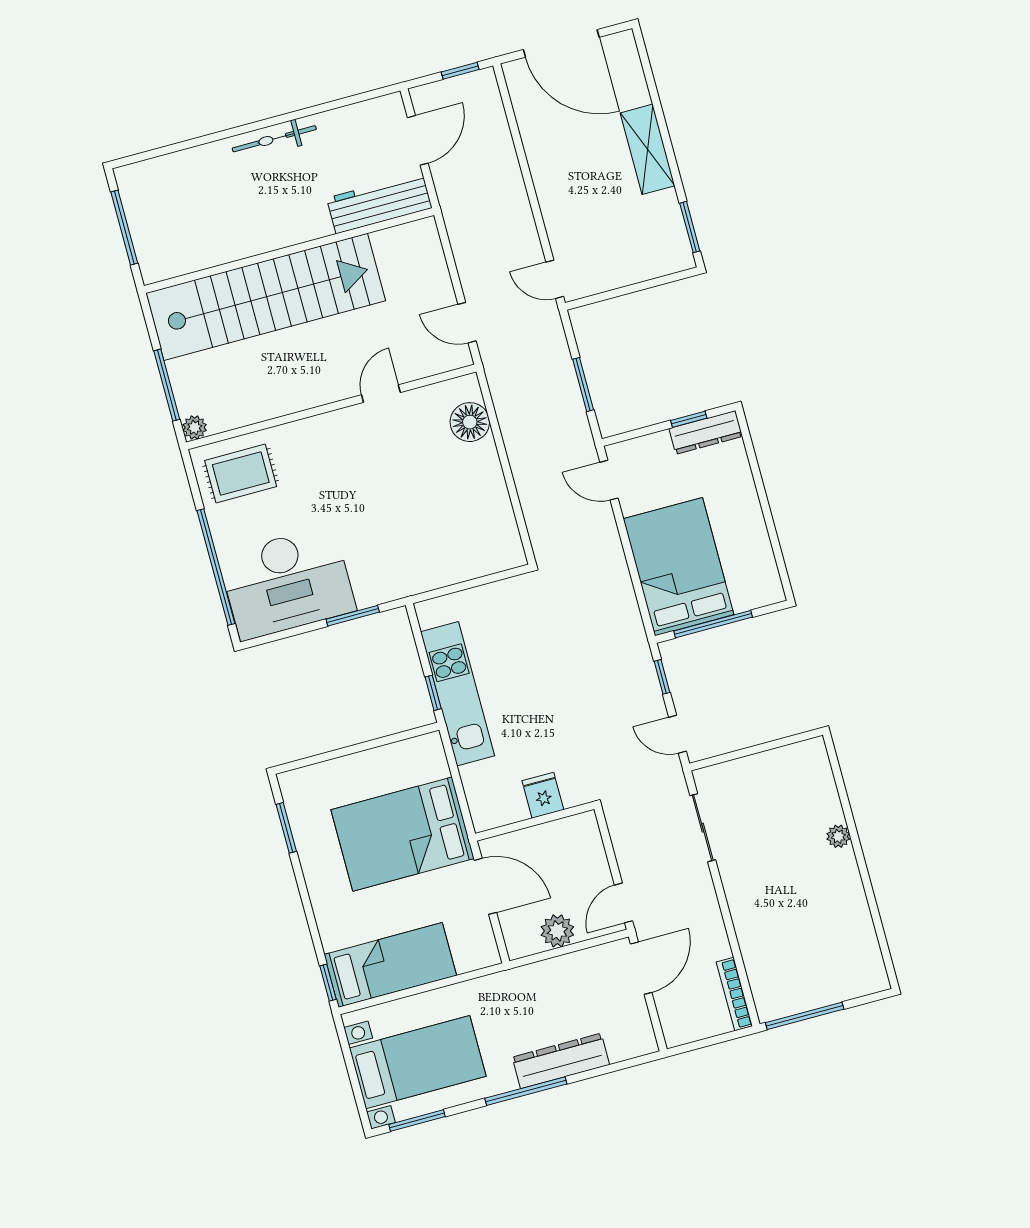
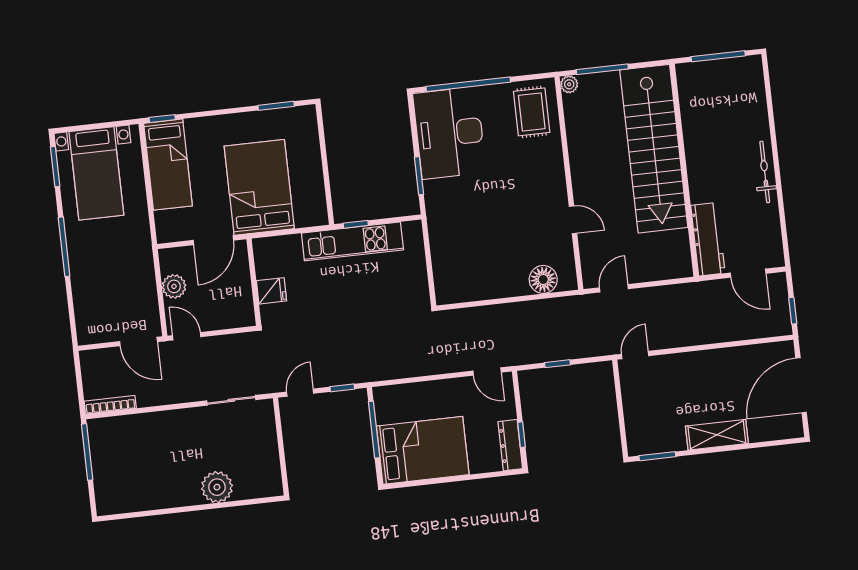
window: (583, 385) -> (557, 364), width x0.67
door: (609, 480) -> (487, 372), swing flipped
bed: (679, 567) -> (423, 450), moved
plant: (838, 836) -> (217, 487), width x1.88, depth x1.88
dresser: (561, 1061) -> (82, 275), removed

